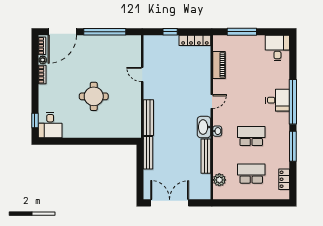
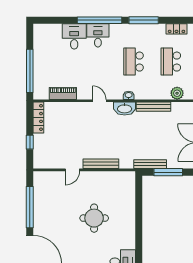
window: (242, 32) -> (30, 71), width x1.46
desk: (277, 48) -> (74, 36), moved, turned 90
bench: (148, 118) -> (101, 164), moved
window: (140, 171) -> (168, 172), added

